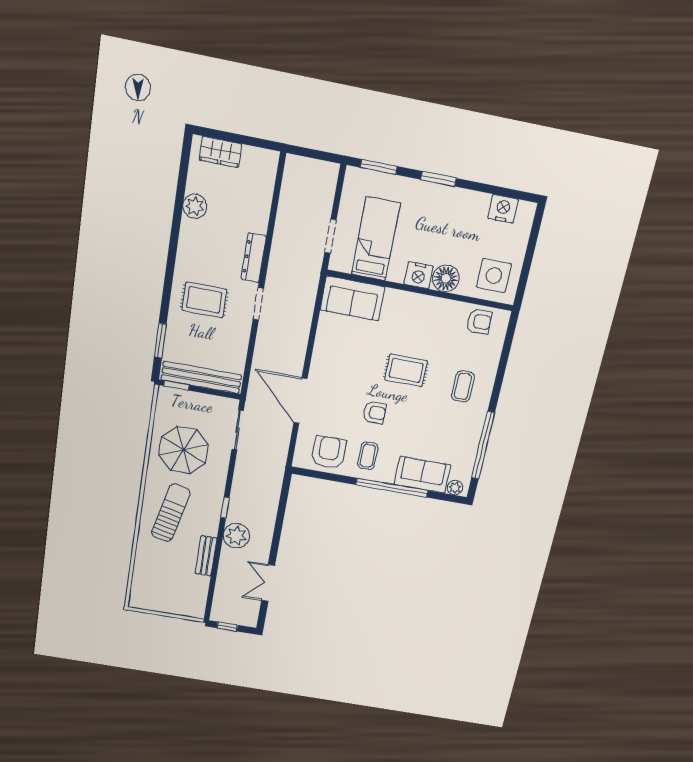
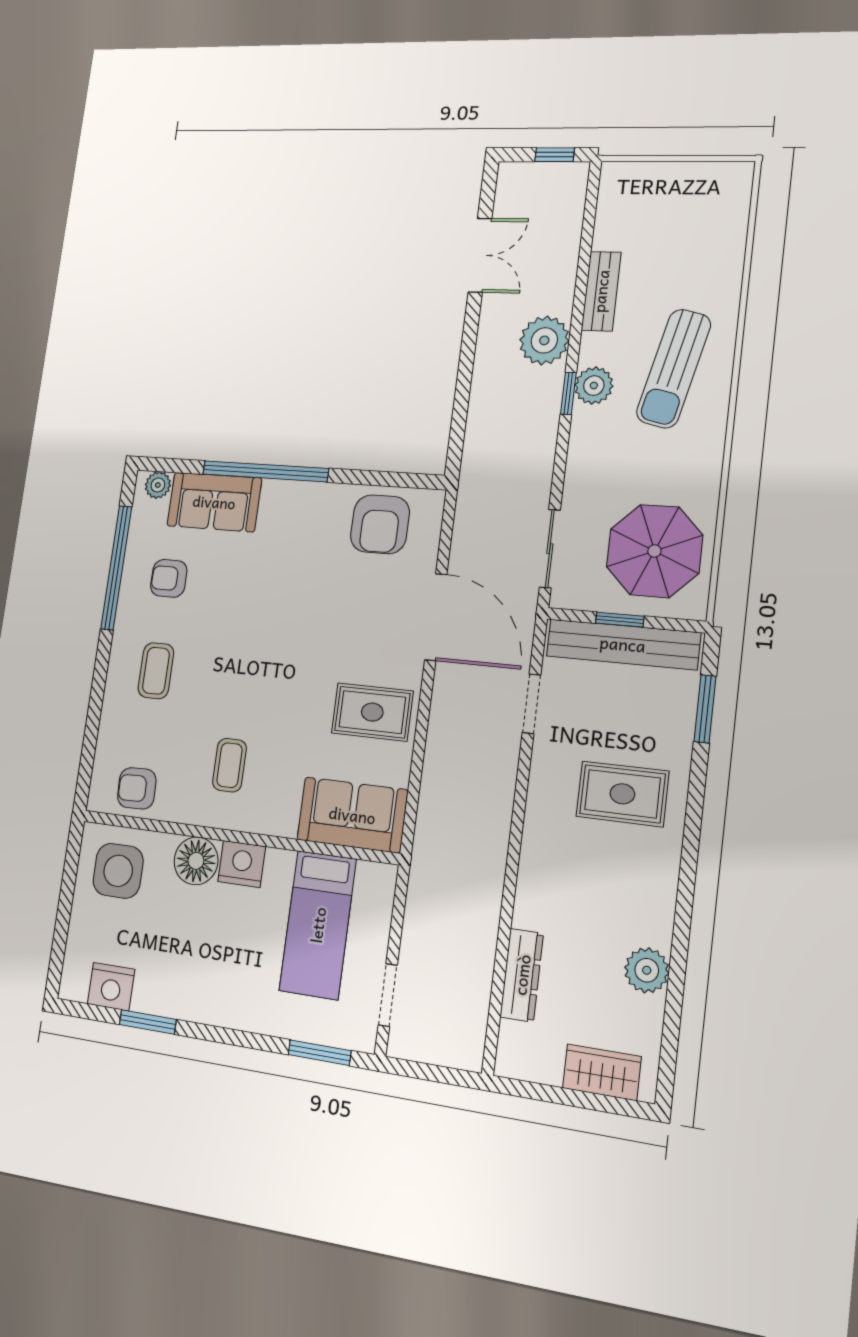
window: (439, 179) -> (148, 1022), moved
doorway: (330, 236) -> (388, 995), moved
dresser: (254, 258) -> (522, 975), moved
doorway: (258, 304) -> (531, 704), moved
rug: (406, 370) -> (372, 712), moved
window: (176, 385) -> (620, 620), moved
armchair: (374, 412) -> (169, 578), moved
parasol: (184, 450) -> (654, 551), moved
coffee table: (368, 456) -> (230, 765), moved
plant: (212, 510) -> (594, 386), added

